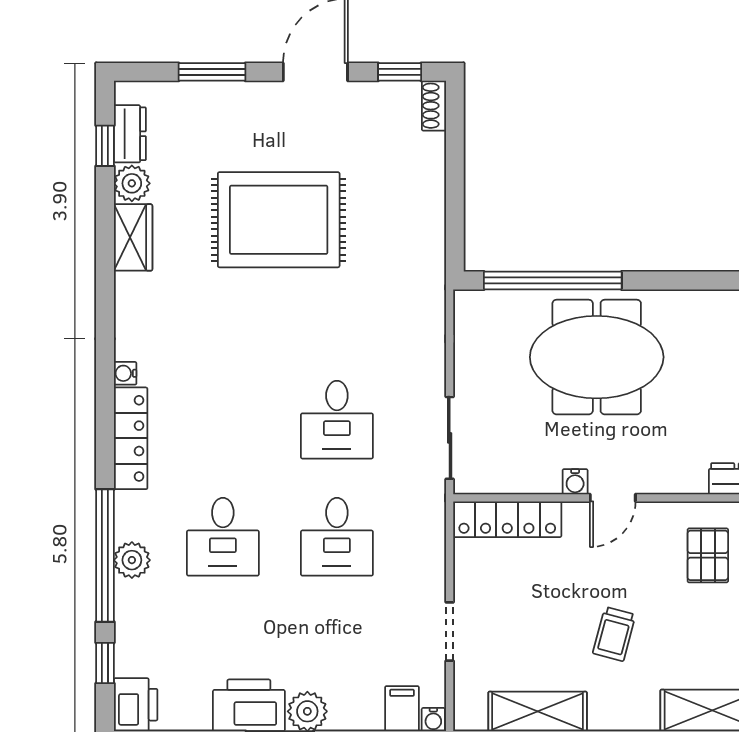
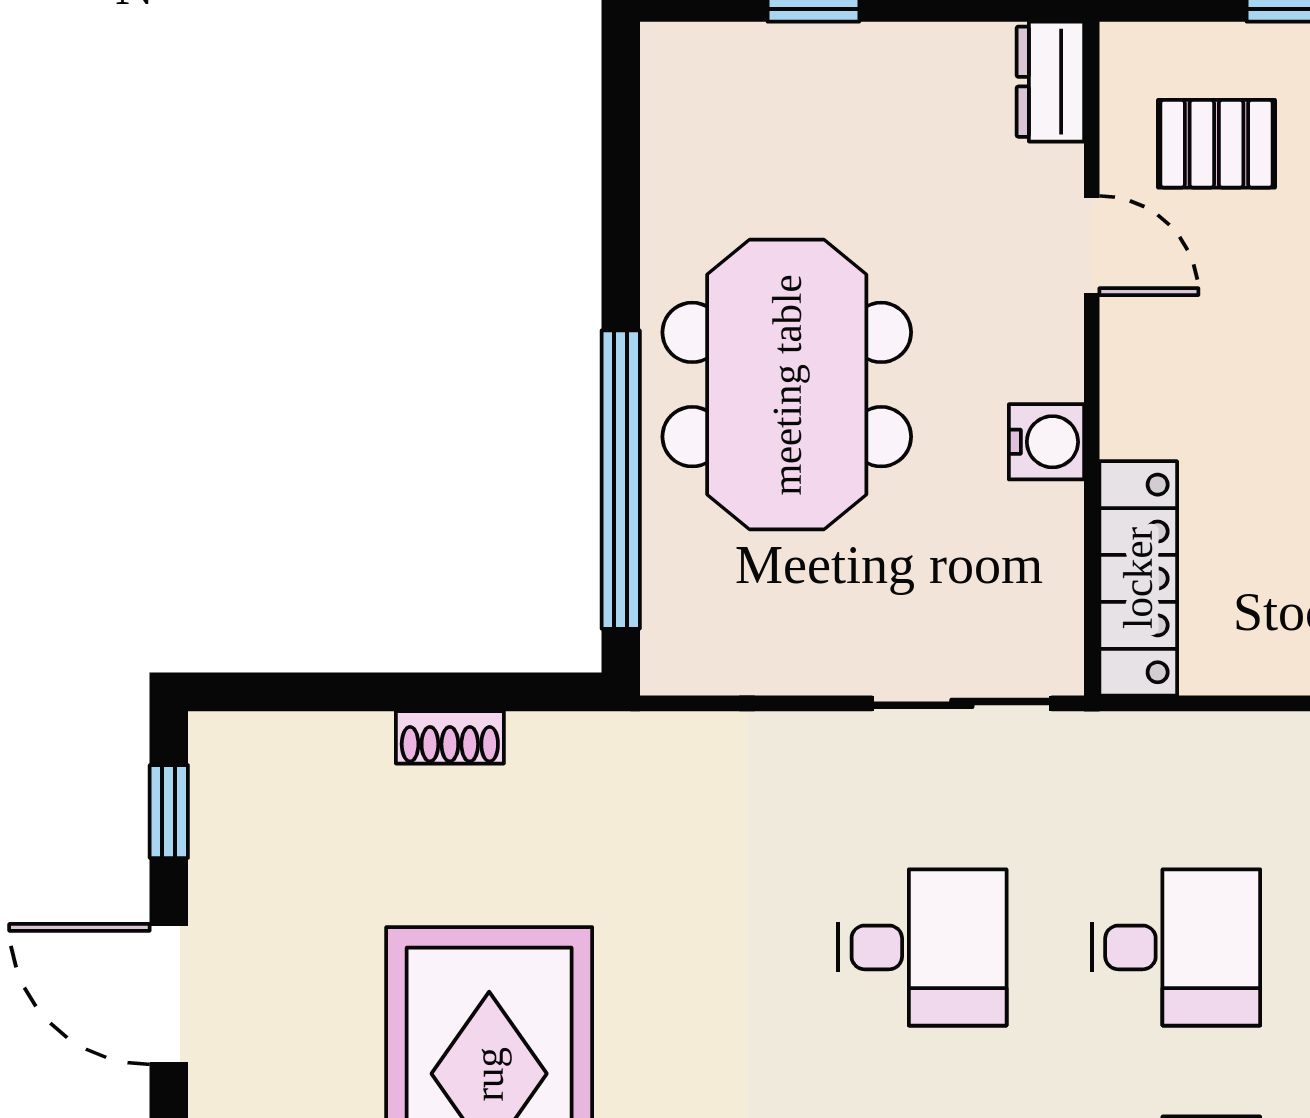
shoe rack: (434, 106) -> (450, 737), moved
water cooler: (575, 482) -> (1046, 442), width x1.38, depth x1.38
door: (613, 498) -> (1092, 245), moved

